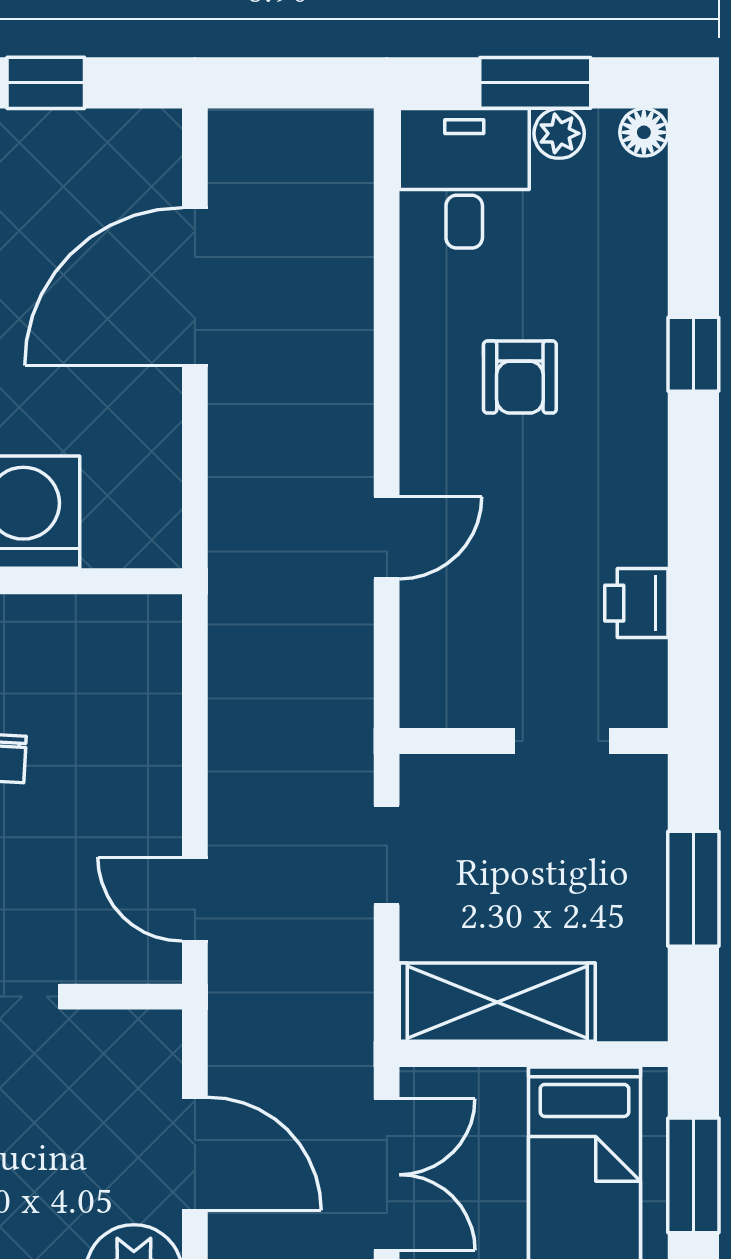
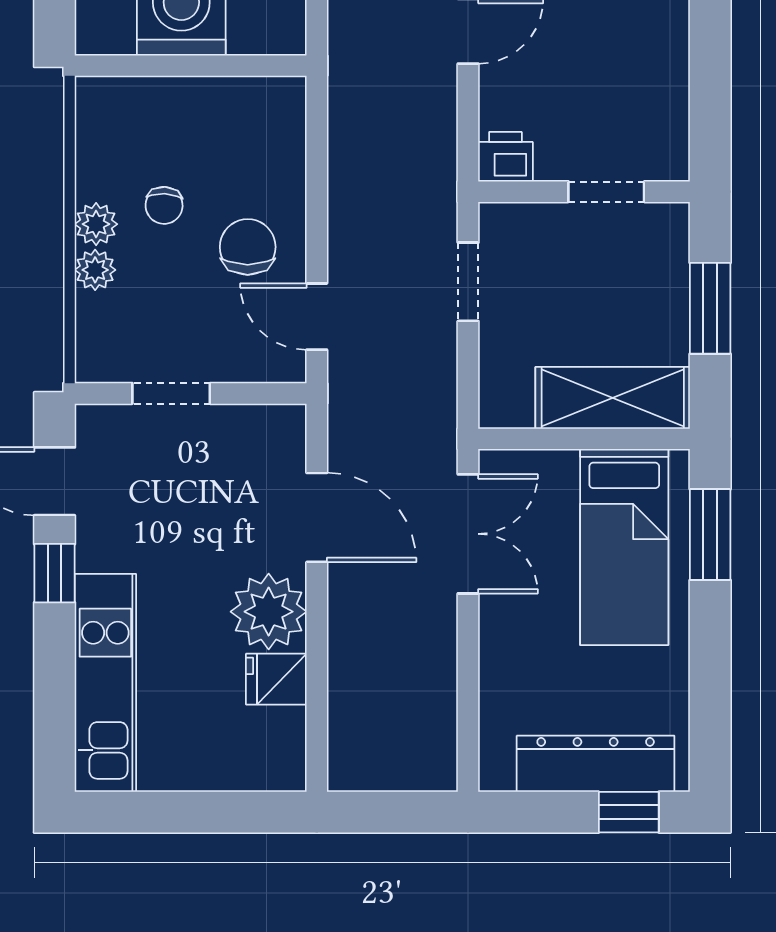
printer: (636, 603) -> (505, 157), moved, turned 90
chair: (107, 811) -> (248, 247), added
shelving: (497, 1002) -> (613, 398), moved

